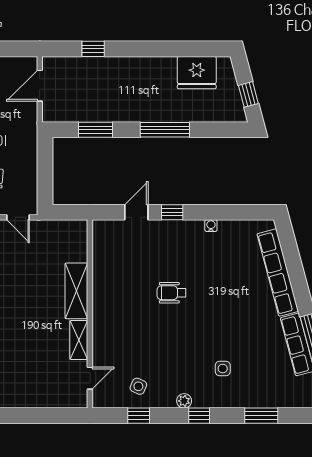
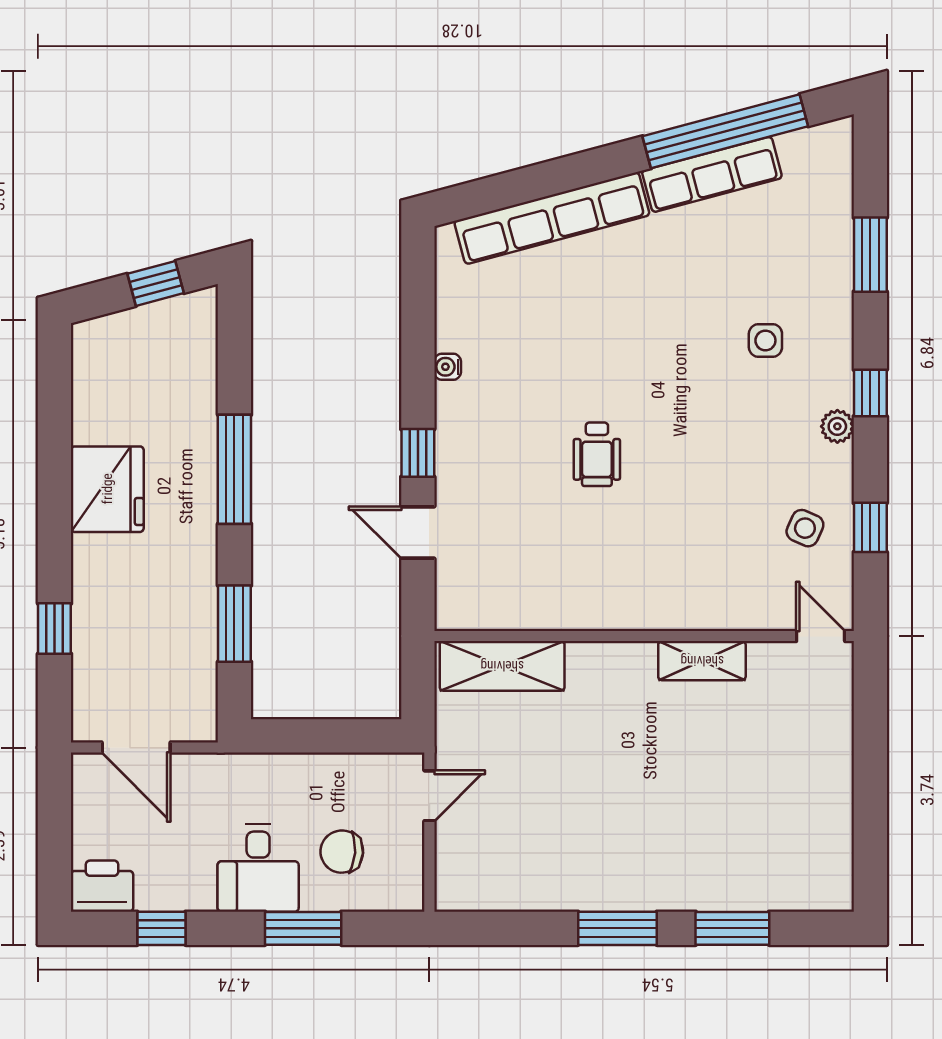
fridge: (197, 73) -> (107, 489), moved
shelving: (76, 291) -> (502, 666), moved
door: (90, 378) -> (821, 636), moved

